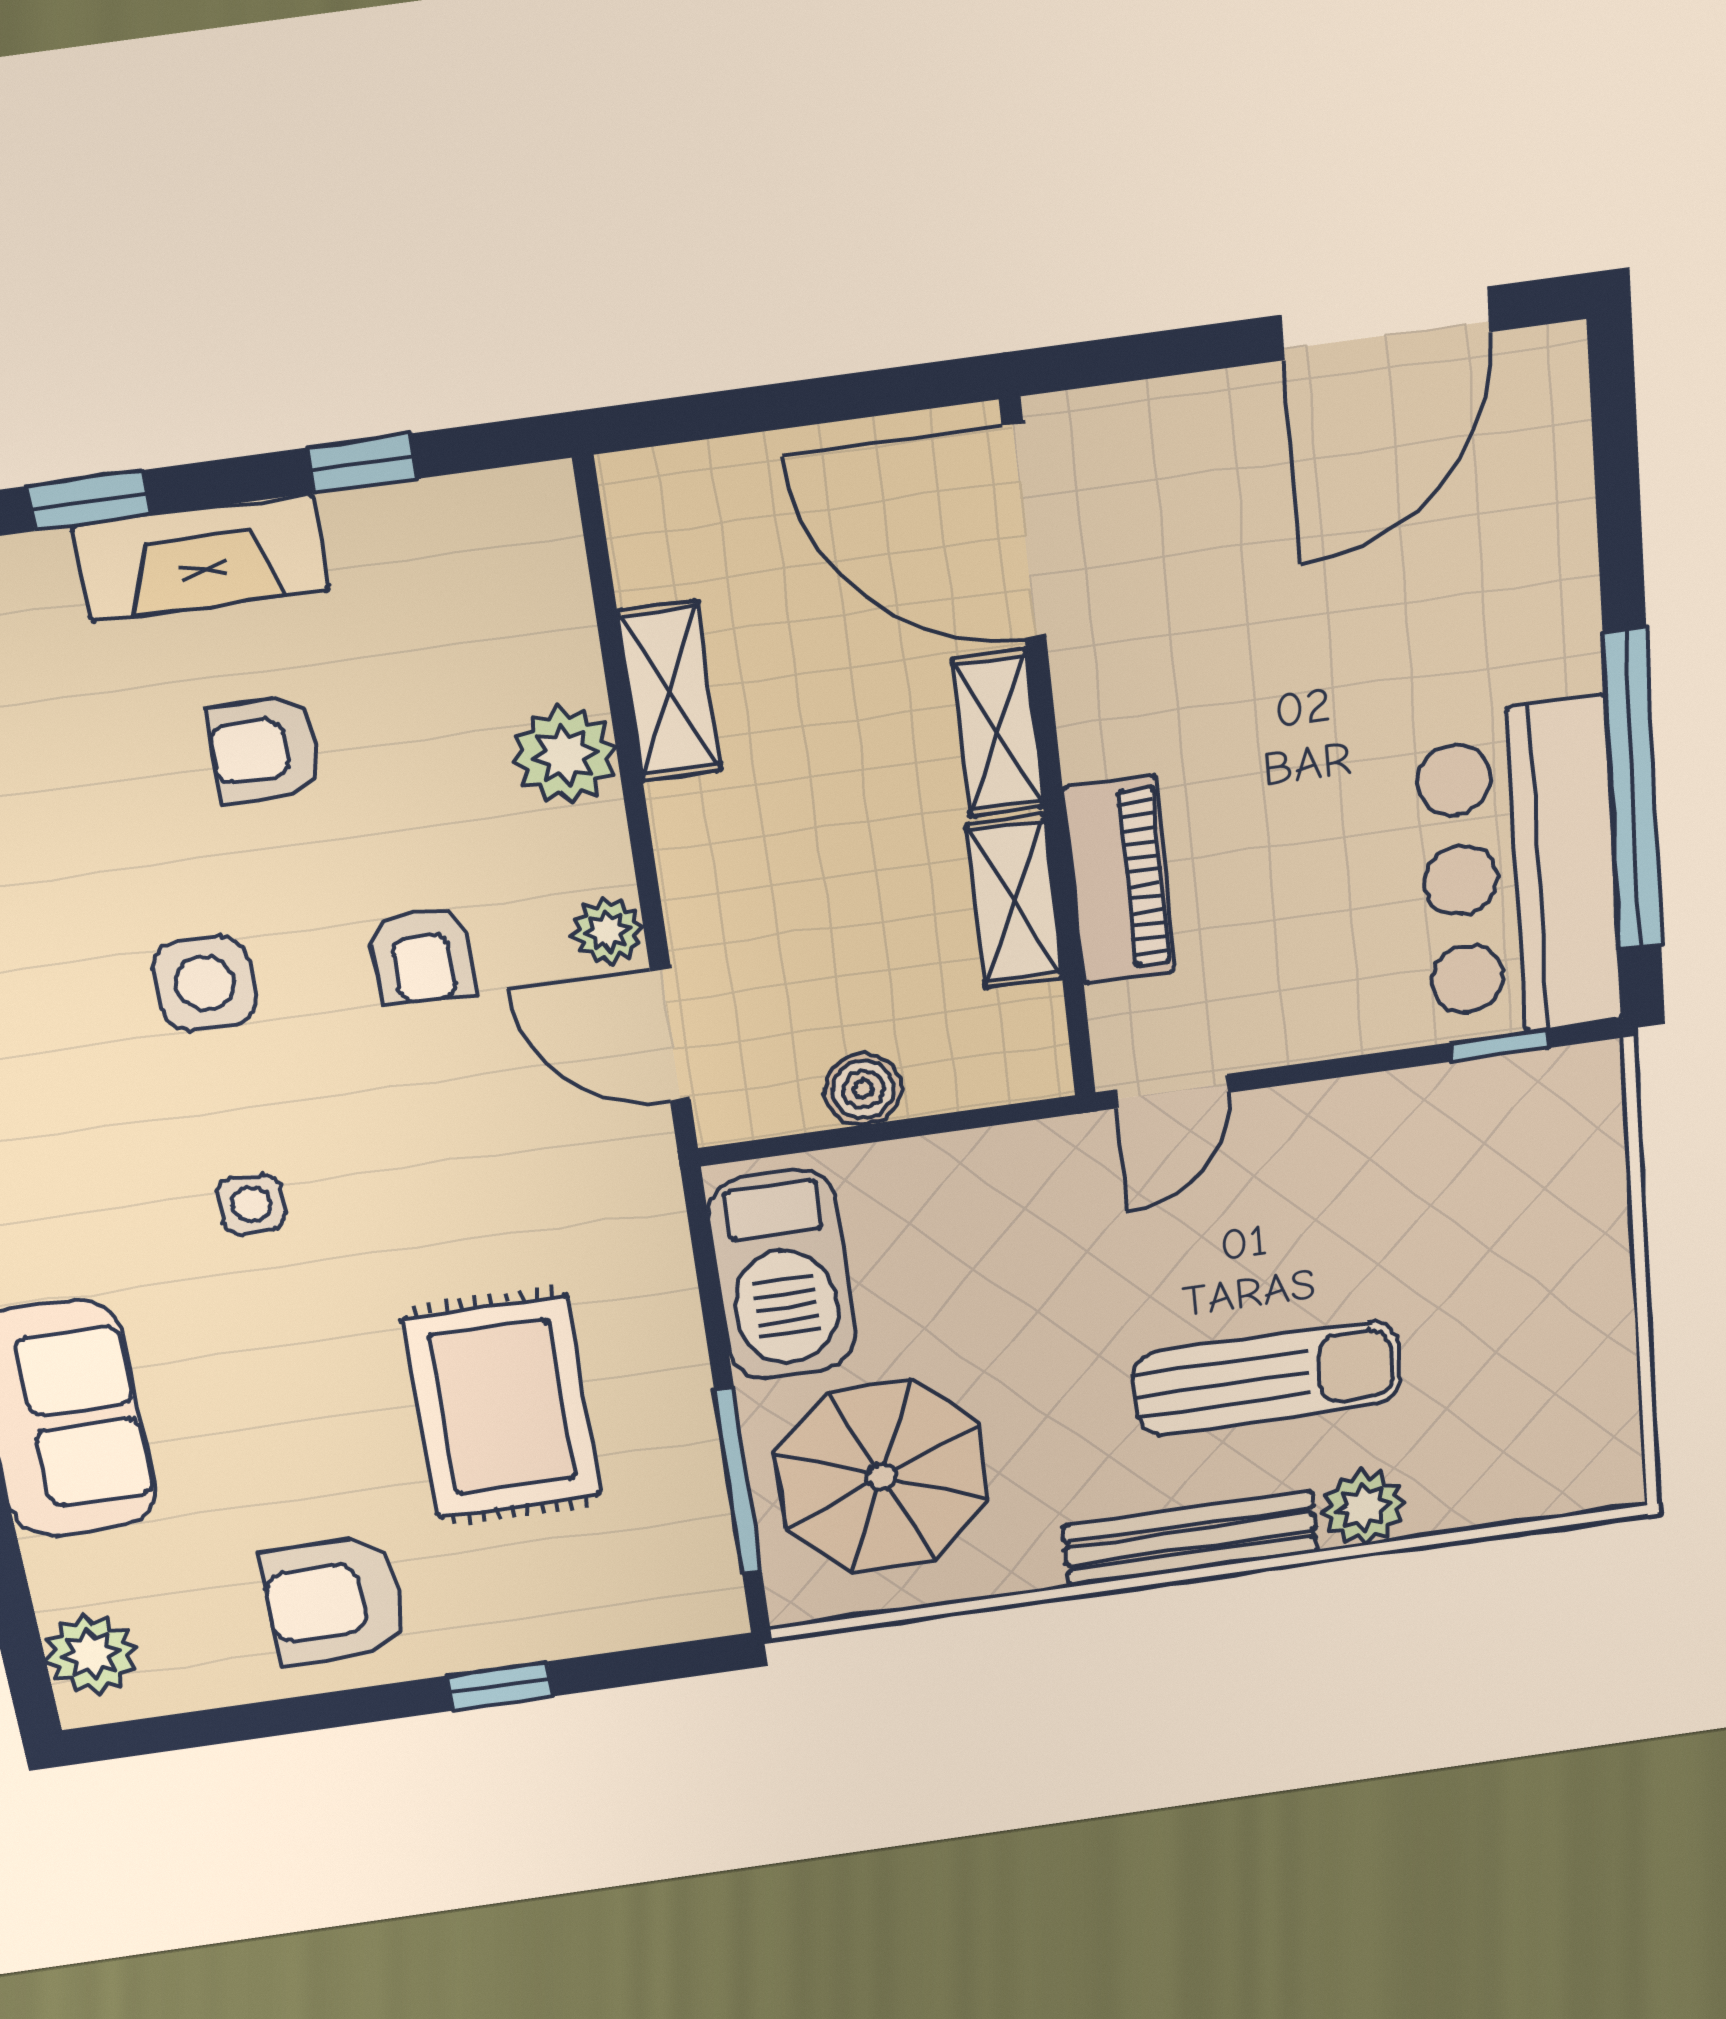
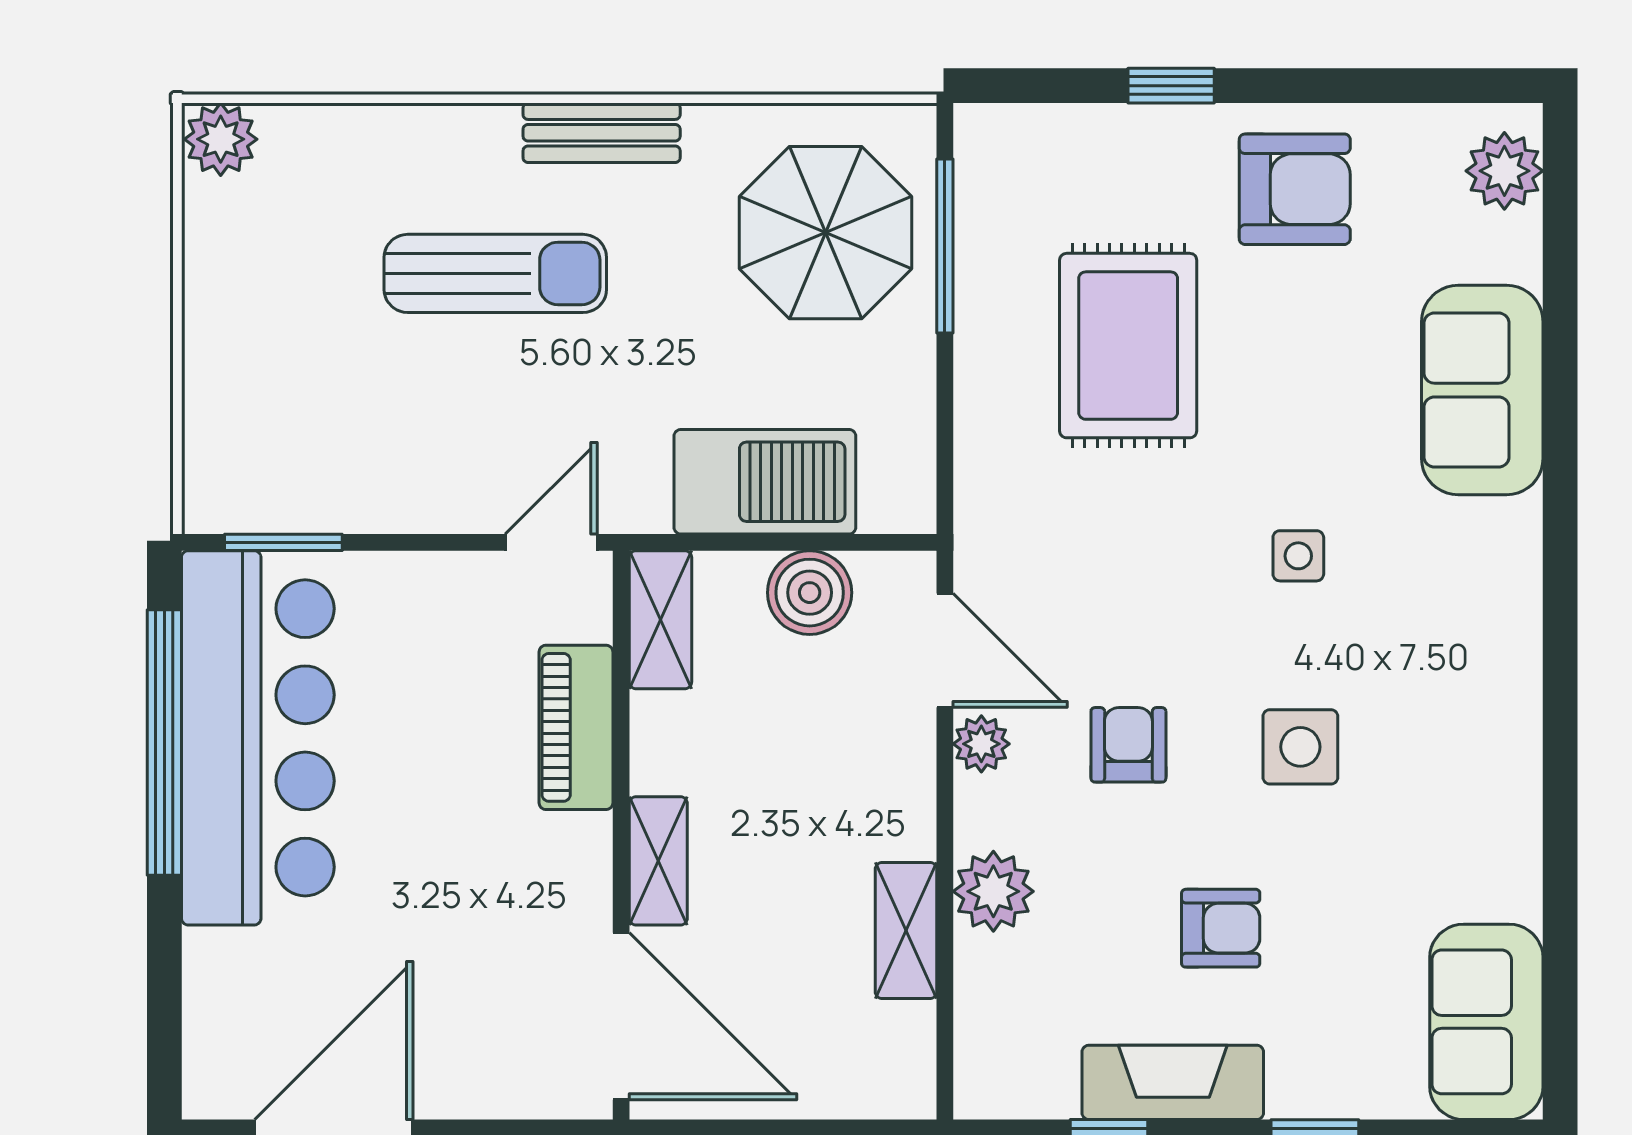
fireplace: (201, 558) -> (1173, 1082), moved
bar counter: (1520, 872) -> (258, 738), width x1.36
shelving: (1014, 901) -> (660, 620), moved
window: (1499, 1046) -> (283, 542), width x1.50
boiler: (863, 1089) -> (810, 593), width x1.36, depth x1.36
barbecue: (782, 1275) -> (765, 482), moved, turned 90
sun lounger: (1267, 1378) -> (495, 273), turned 180
plant: (1363, 1508) -> (221, 139), moved
bench: (1190, 1539) -> (602, 133), width x0.73

